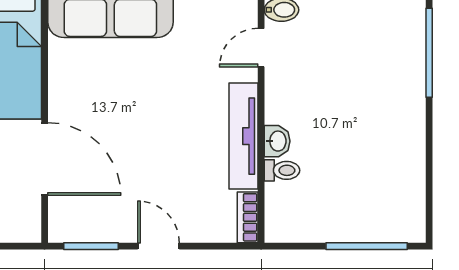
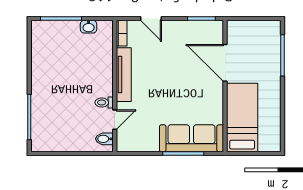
washbasin: (277, 141) -> (89, 27), moved, turned -90
toilet: (282, 170) -> (104, 103), moved
door: (158, 246) -> (151, 19), moved

